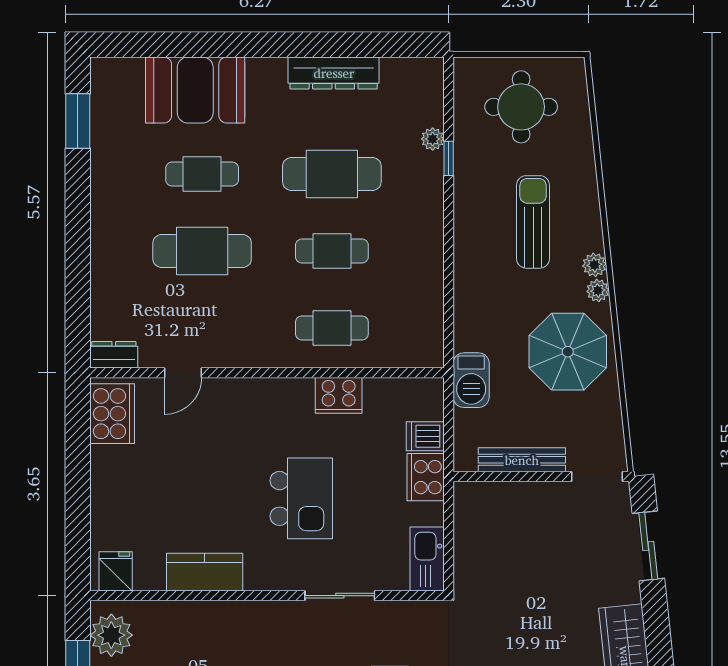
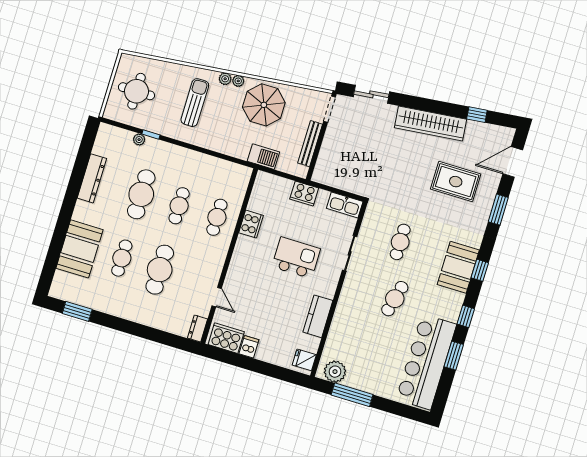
sun lounger: (533, 222) -> (195, 103), turned 90
dishwasher: (425, 436) -> (249, 347), moved, turned 180

